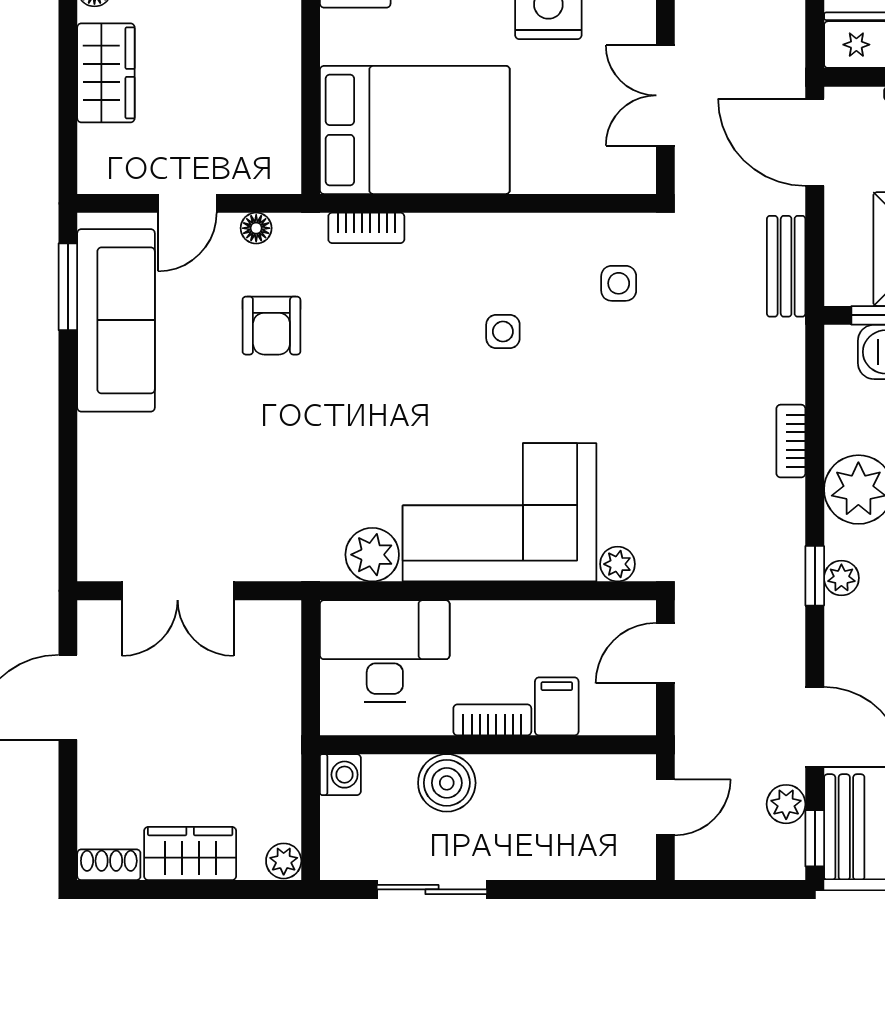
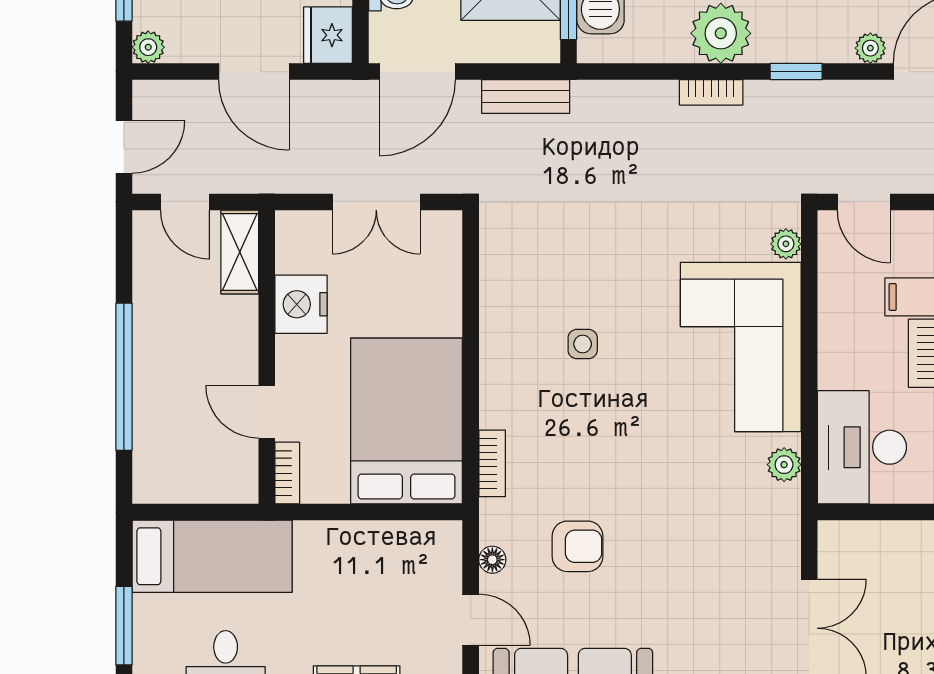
side table: (619, 283) -> (541, 243), removed
bookcase: (791, 441) -> (711, 92), moved
plant: (372, 555) -> (784, 465), width x0.73, depth x0.73
plant: (841, 578) -> (870, 48), moved

